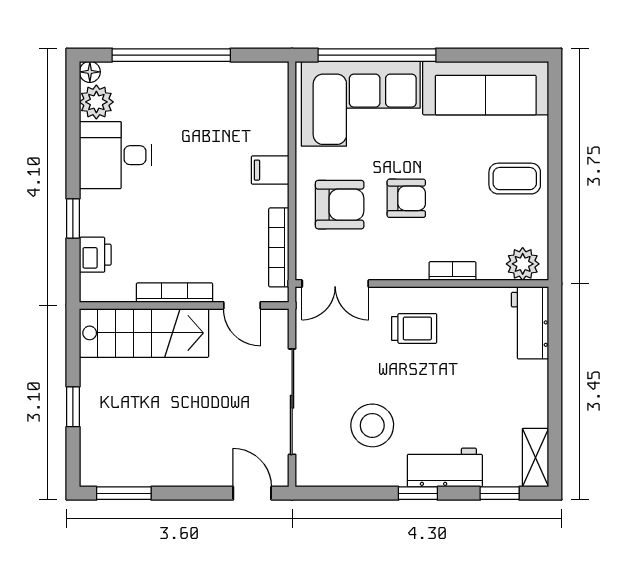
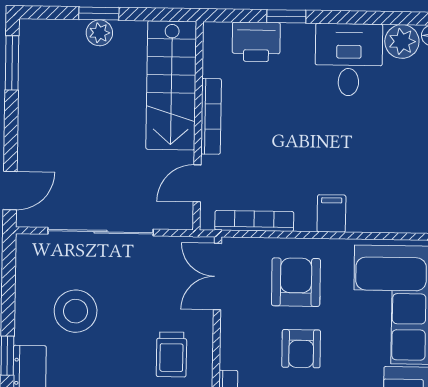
armchair: (340, 205) -> (296, 282), turned 180
printer: (95, 255) -> (256, 42), width x1.36, depth x1.24
plant: (92, 406) -> (99, 33), added

